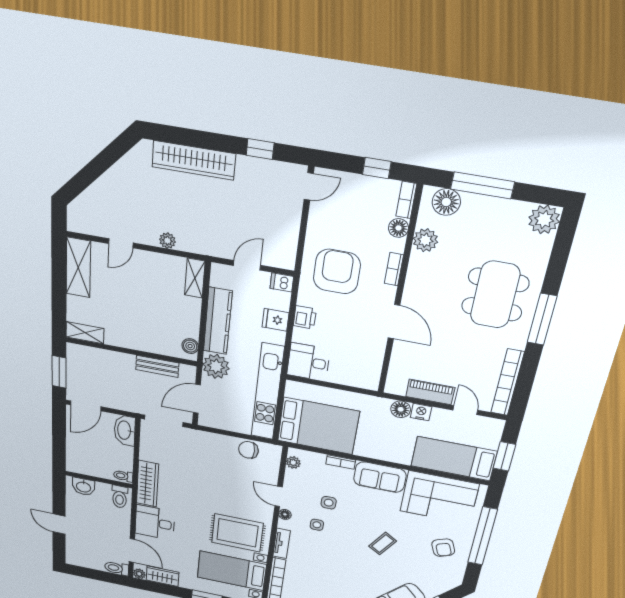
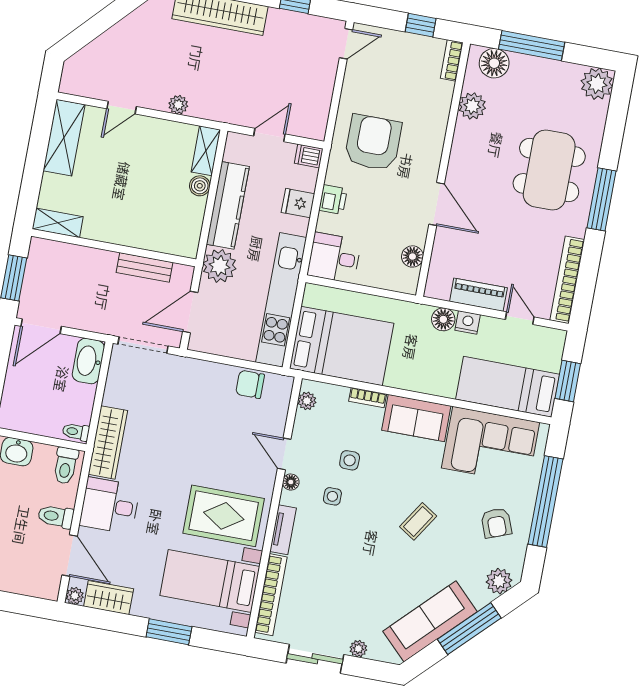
floor lamp: (398, 228) -> (412, 256), moved
bookcase: (394, 269) -> (437, 140), removed
boiler: (190, 346) -> (200, 186), moved
toilet: (117, 568) -> (56, 516), moved
plant: (445, 583) -> (499, 581), added

